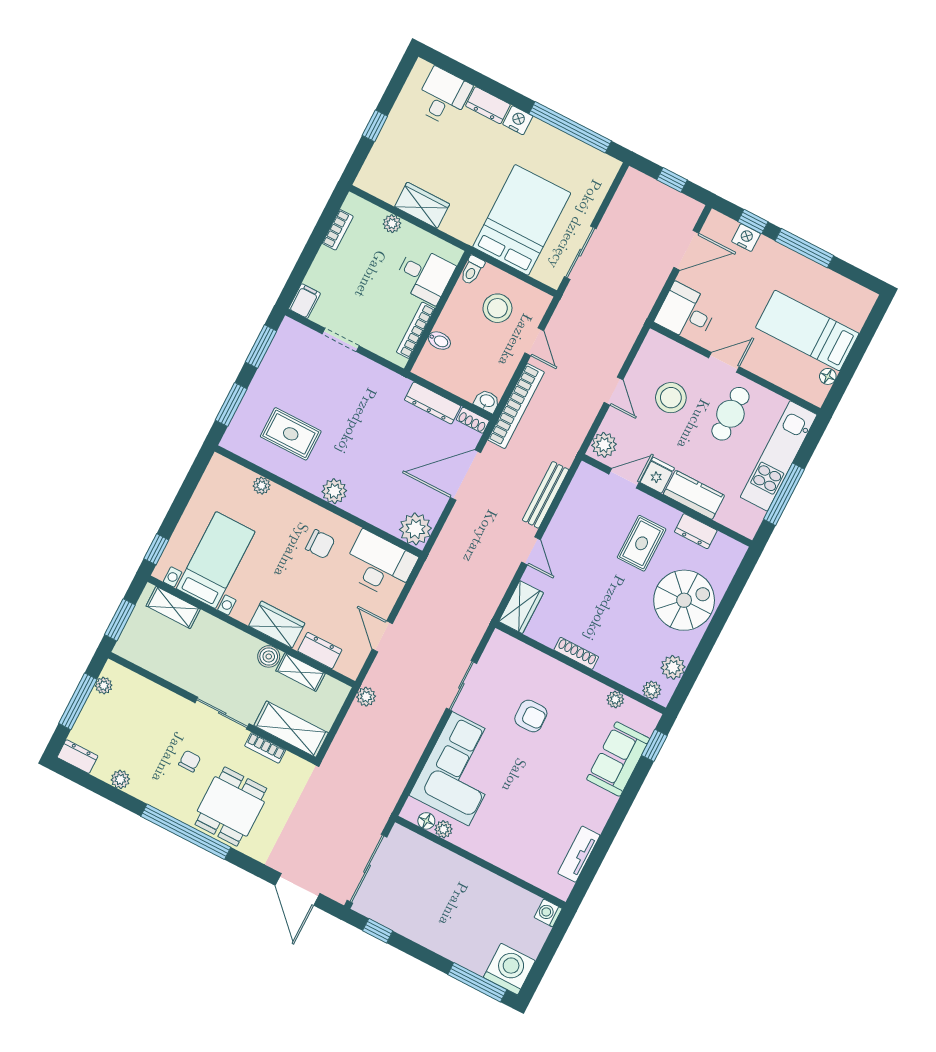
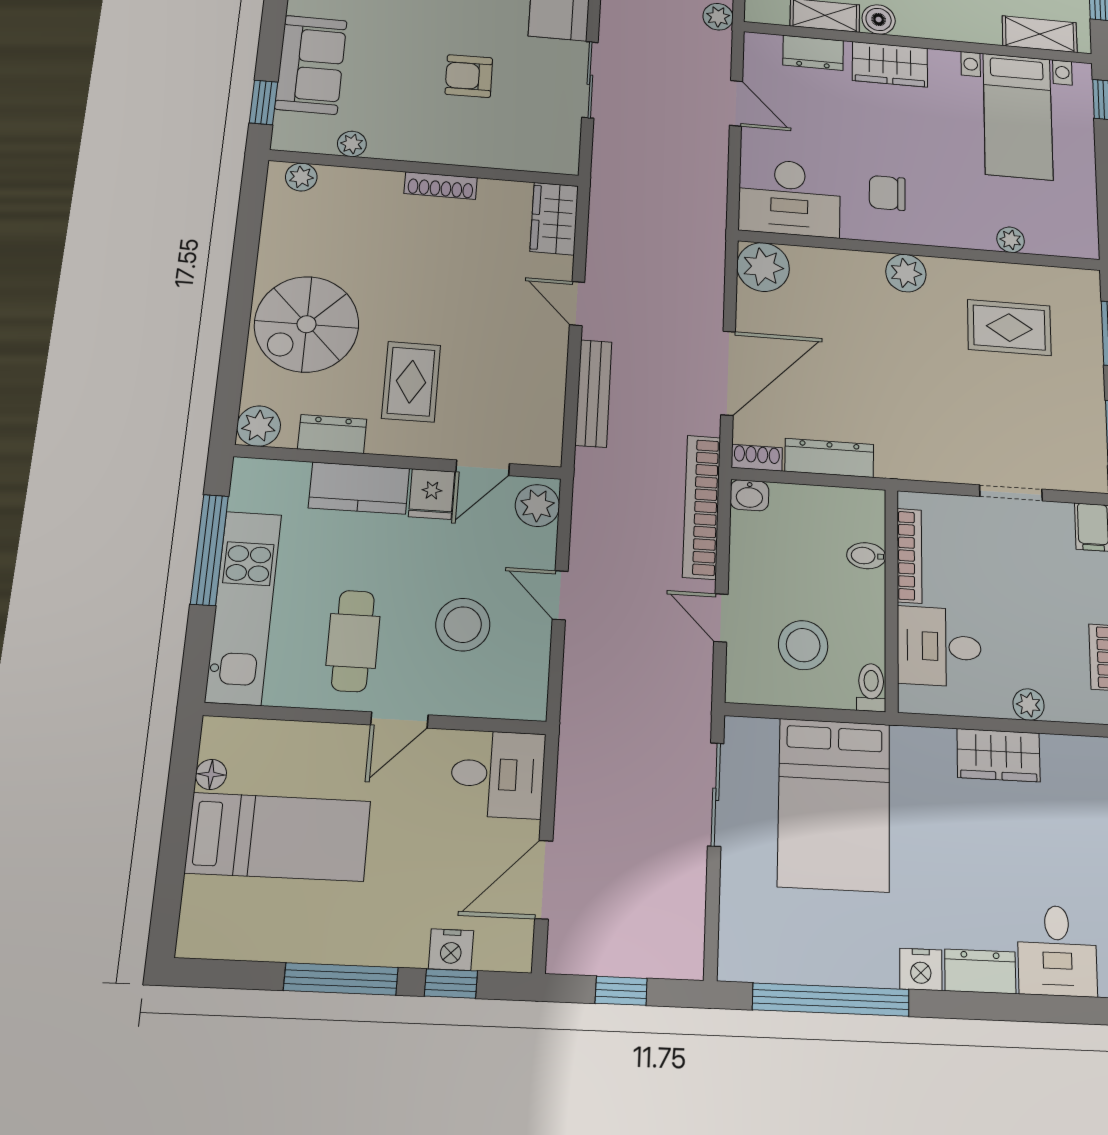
plant: (673, 667) -> (259, 426), moved

